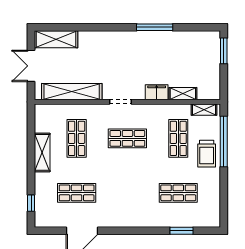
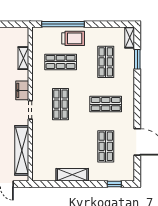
filing cabinet: (157, 92) -> (22, 90), moved
shelving: (204, 110) -> (130, 37), moved
shop shelf: (77, 138) -> (106, 104), moved

